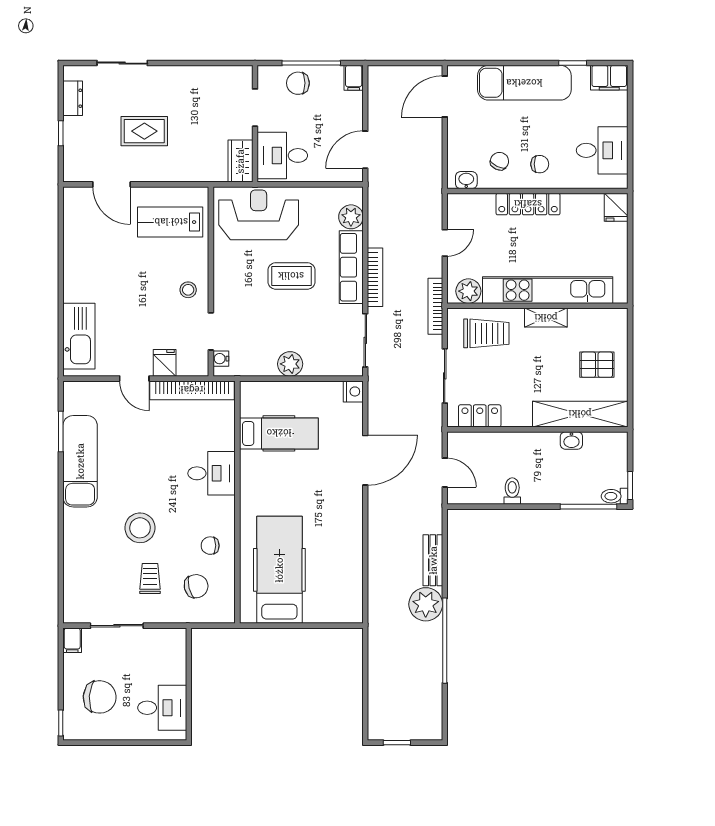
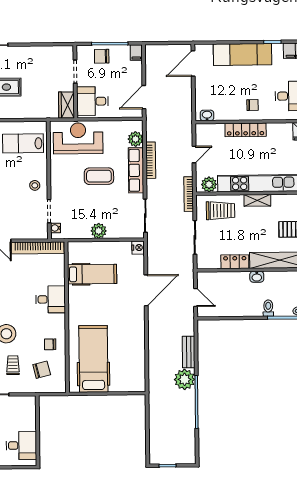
chair: (499, 161) -> (228, 103), removed
bookcase: (375, 277) -> (151, 160), moved
fridge: (165, 363) -> (21, 231), removed
locker: (480, 416) -> (235, 262), moved
washbasin: (571, 440) -> (257, 277), moved
toilet: (512, 491) -> (268, 308), moved

